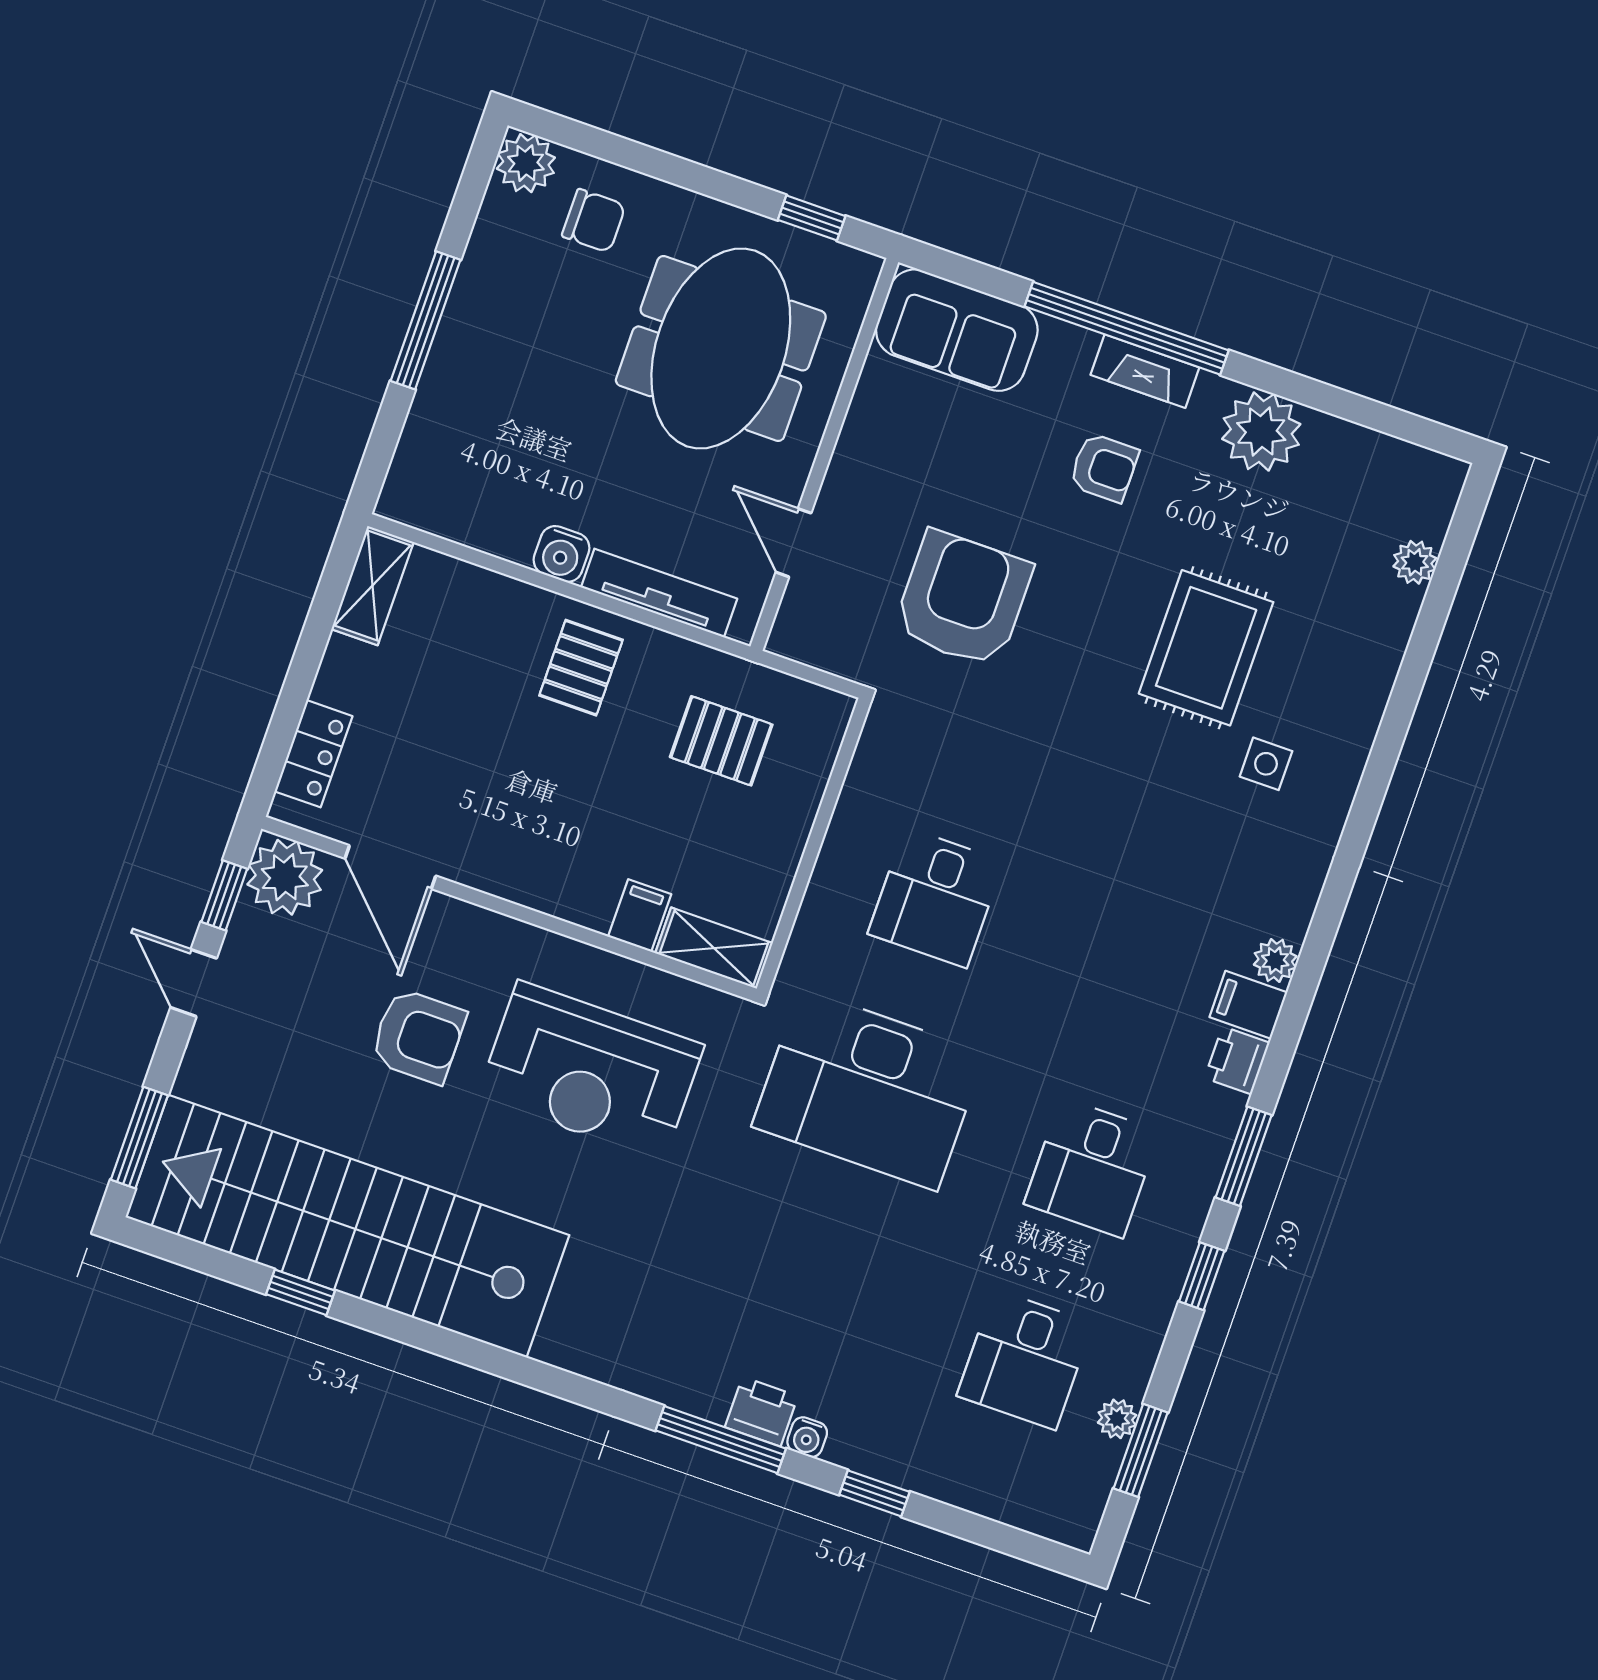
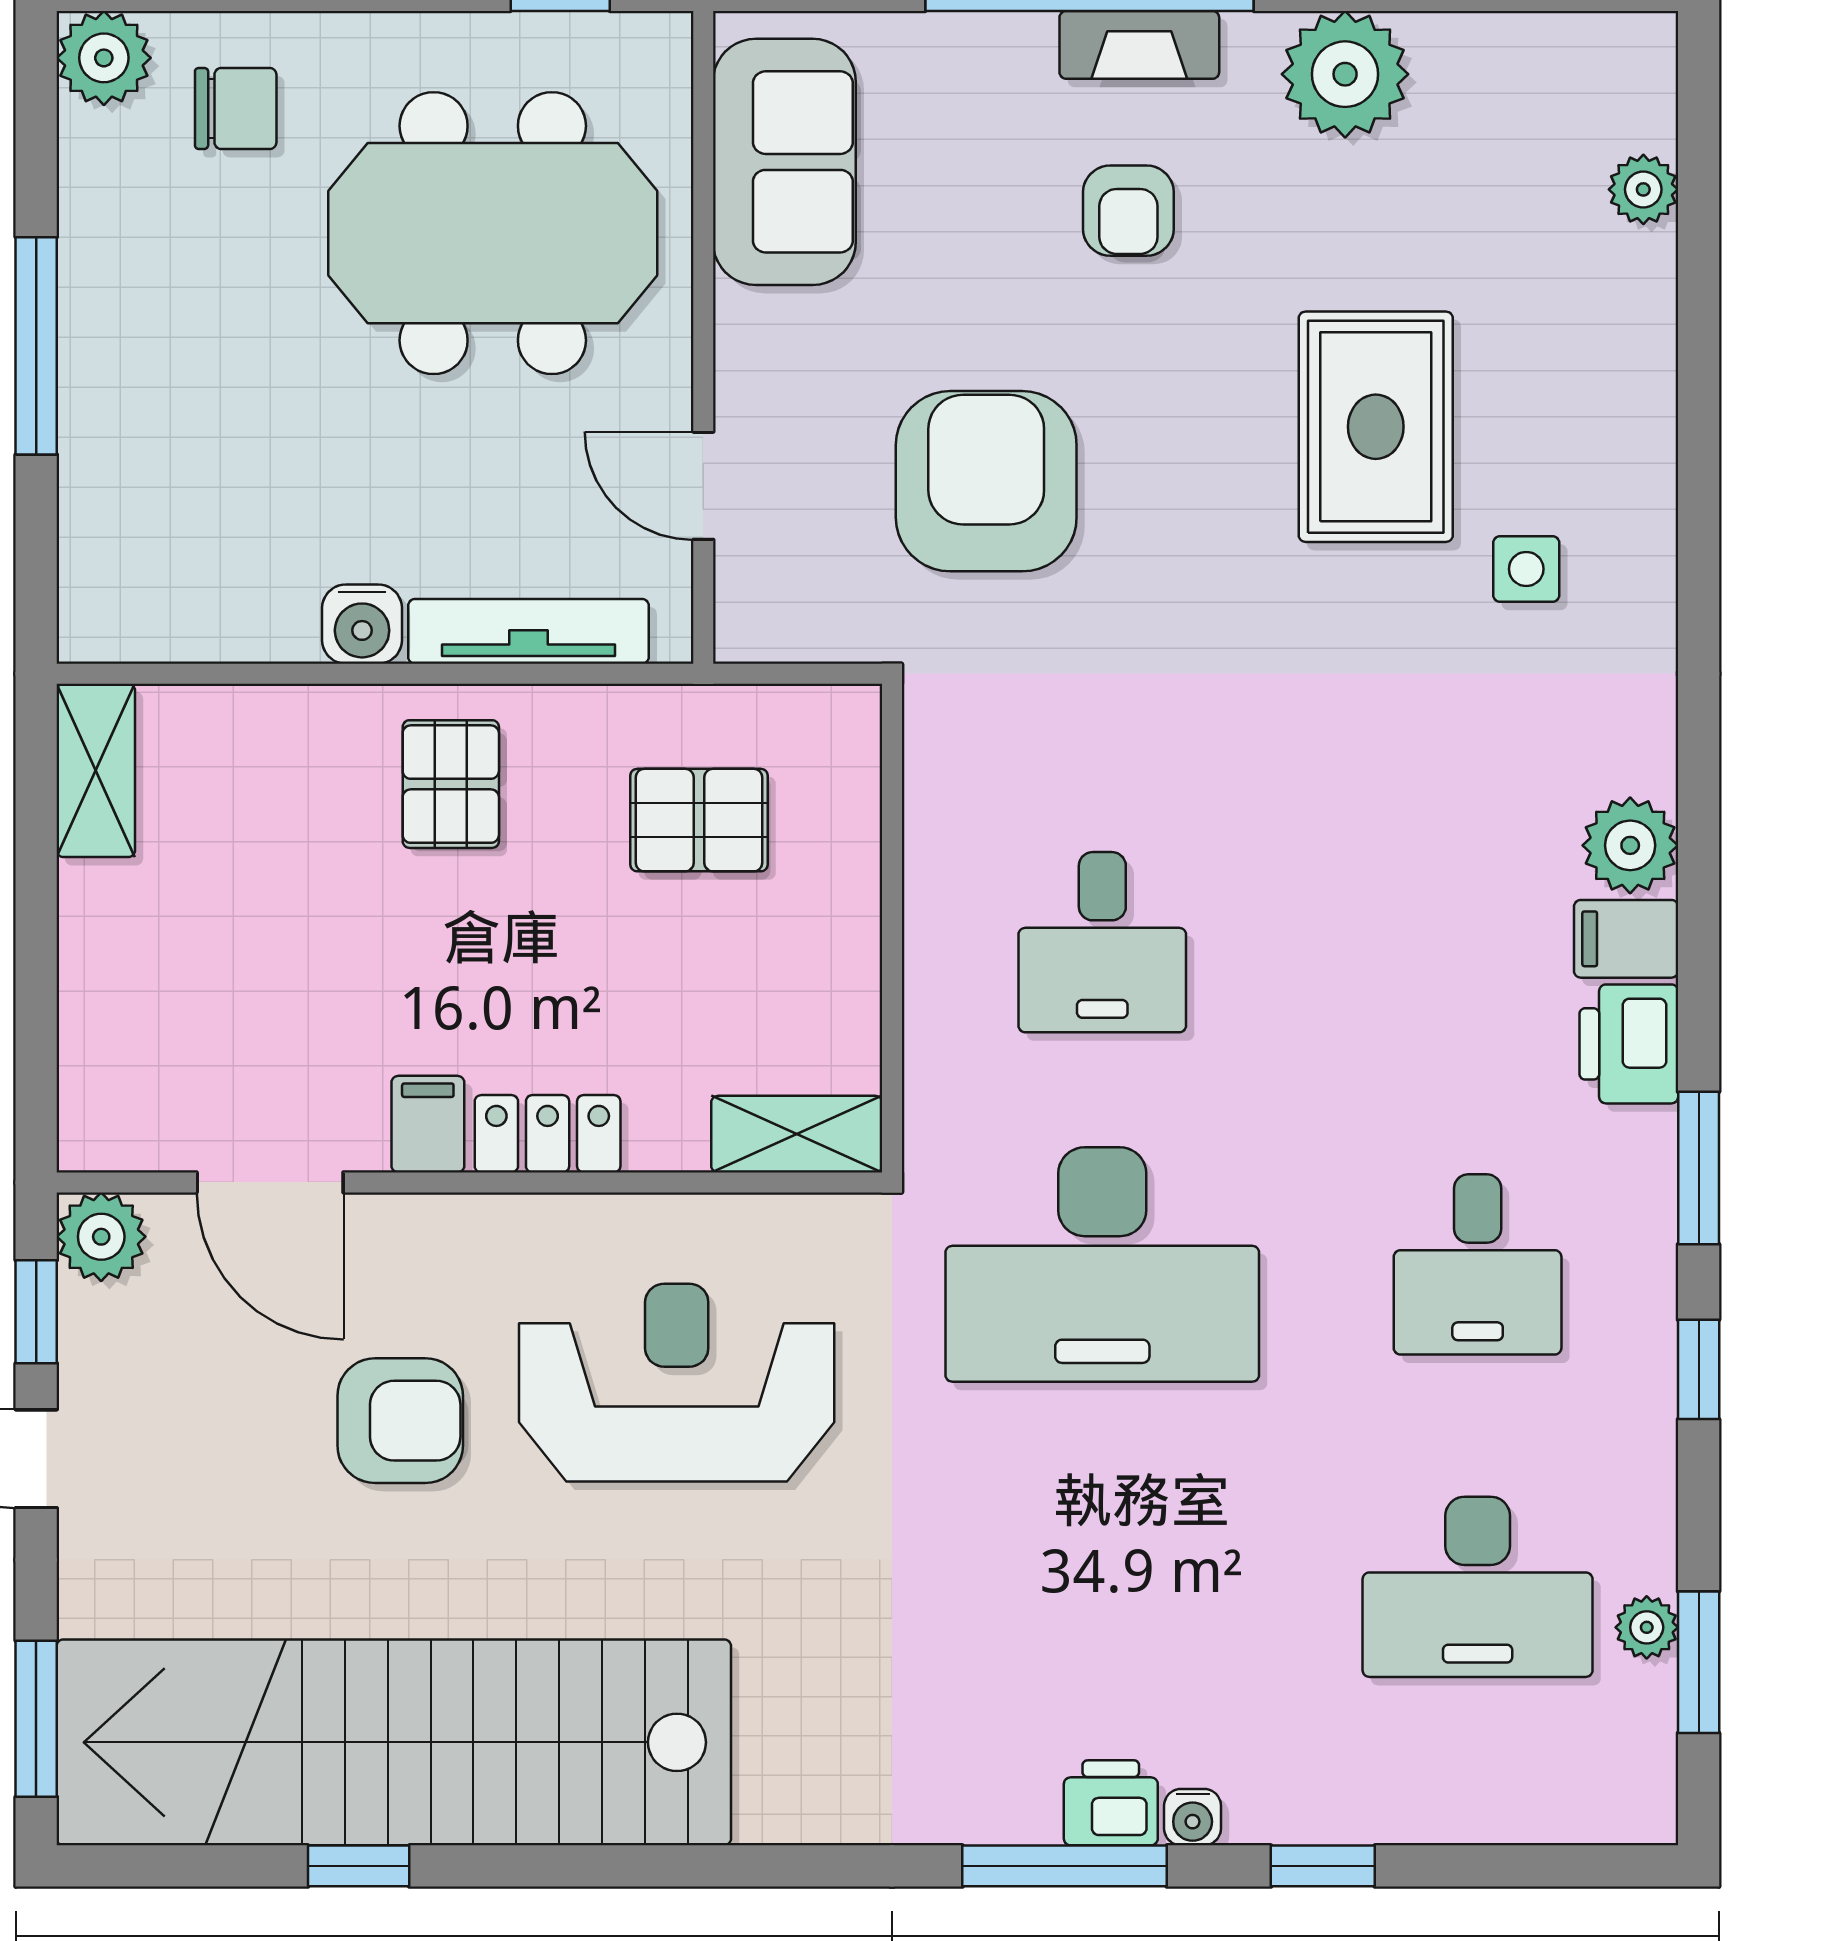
sofa: (957, 330) -> (784, 162), moved, turned -90
meeting table: (721, 348) -> (493, 233), turned 90
armchair: (1104, 468) -> (1128, 211), turned 90
locker: (313, 754) -> (548, 1134), moved, turned -90
plant: (285, 877) -> (101, 1237), width x0.73, depth x0.73
filing cabinet: (640, 915) -> (428, 1124), moved
plant: (1275, 960) -> (1630, 845), width x1.38, depth x1.38
printer: (1237, 1060) -> (1629, 1044), width x1.36, depth x1.24
reception desk: (591, 1071) -> (677, 1383), turned 180
desk: (1025, 1359) -> (1478, 1587), width x1.37

